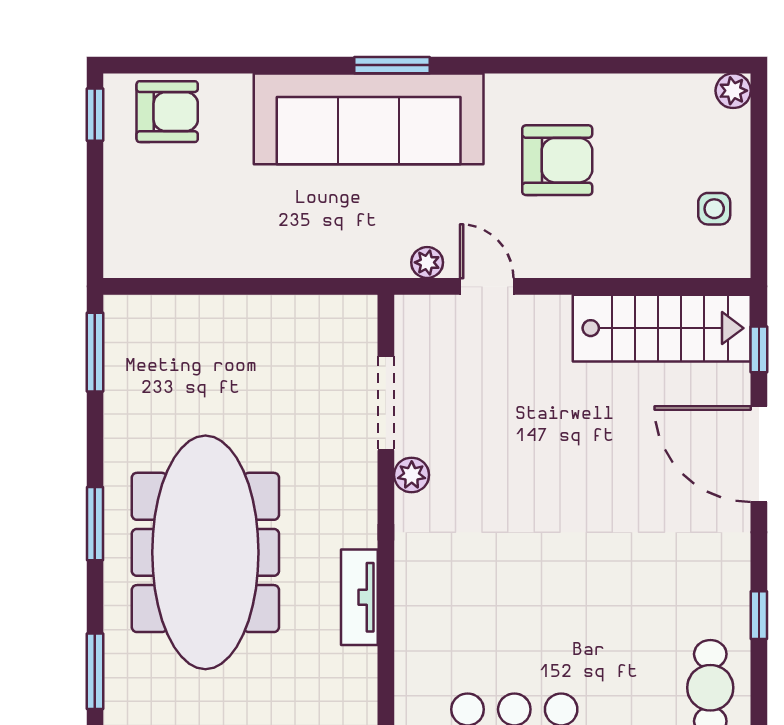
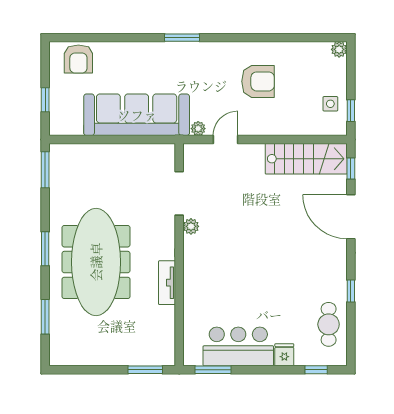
armchair: (167, 112) -> (78, 59), turned 90
window: (95, 115) -> (45, 100), moved
sofa: (369, 119) -> (137, 115), moved, turned 180
window: (759, 224) -> (351, 111), added
door: (487, 286) -> (226, 140), hinge flipped

